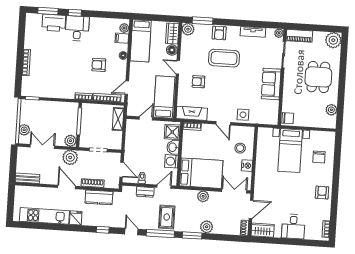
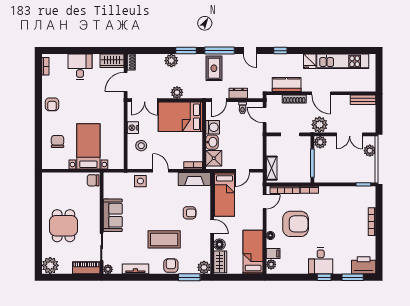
printer: (54, 23) -> (364, 265), moved
armchair: (99, 65) -> (296, 224), width x1.88, depth x1.88
plant: (331, 110) -> (48, 192), removed

